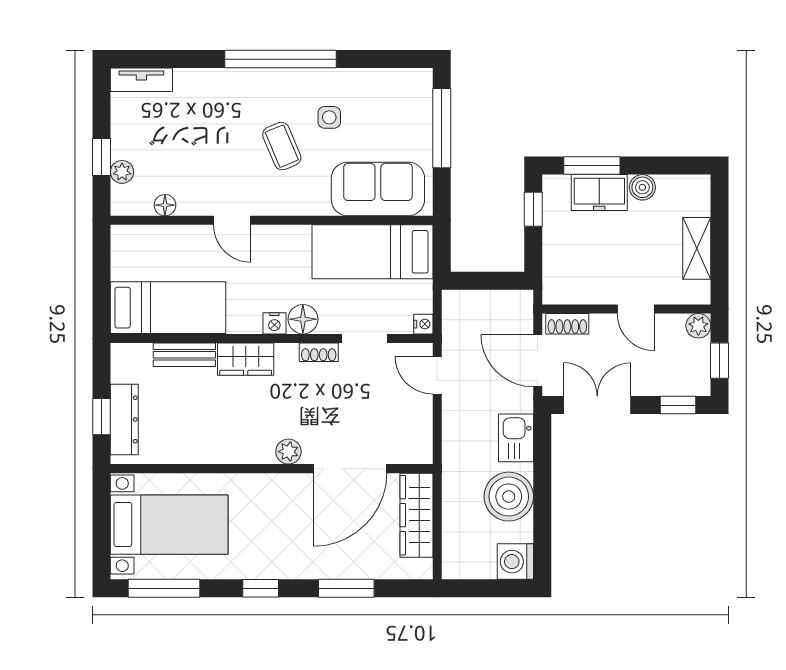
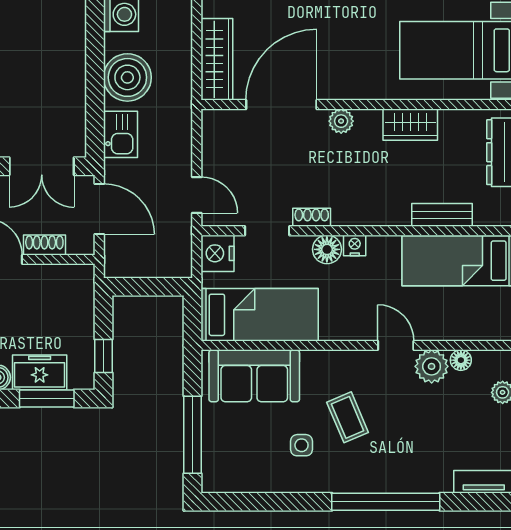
window: (281, 59) -> (386, 502), moved
plant: (195, 199) -> (432, 366), added
nightstand: (423, 324) -> (218, 253), width x1.89, depth x1.79
shoe rack: (567, 324) -> (44, 245), moved
wardrobe: (246, 359) -> (410, 125), moved, turned 180

